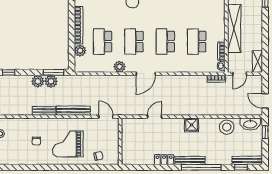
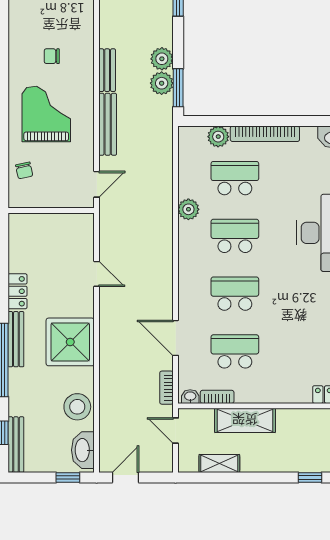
shelving: (234, 28) -> (245, 420), width x0.68
shelving: (257, 62) -> (219, 463), moved
door: (146, 74) -> (176, 338), moved
shower: (192, 125) -> (70, 342), width x1.86, depth x1.86

